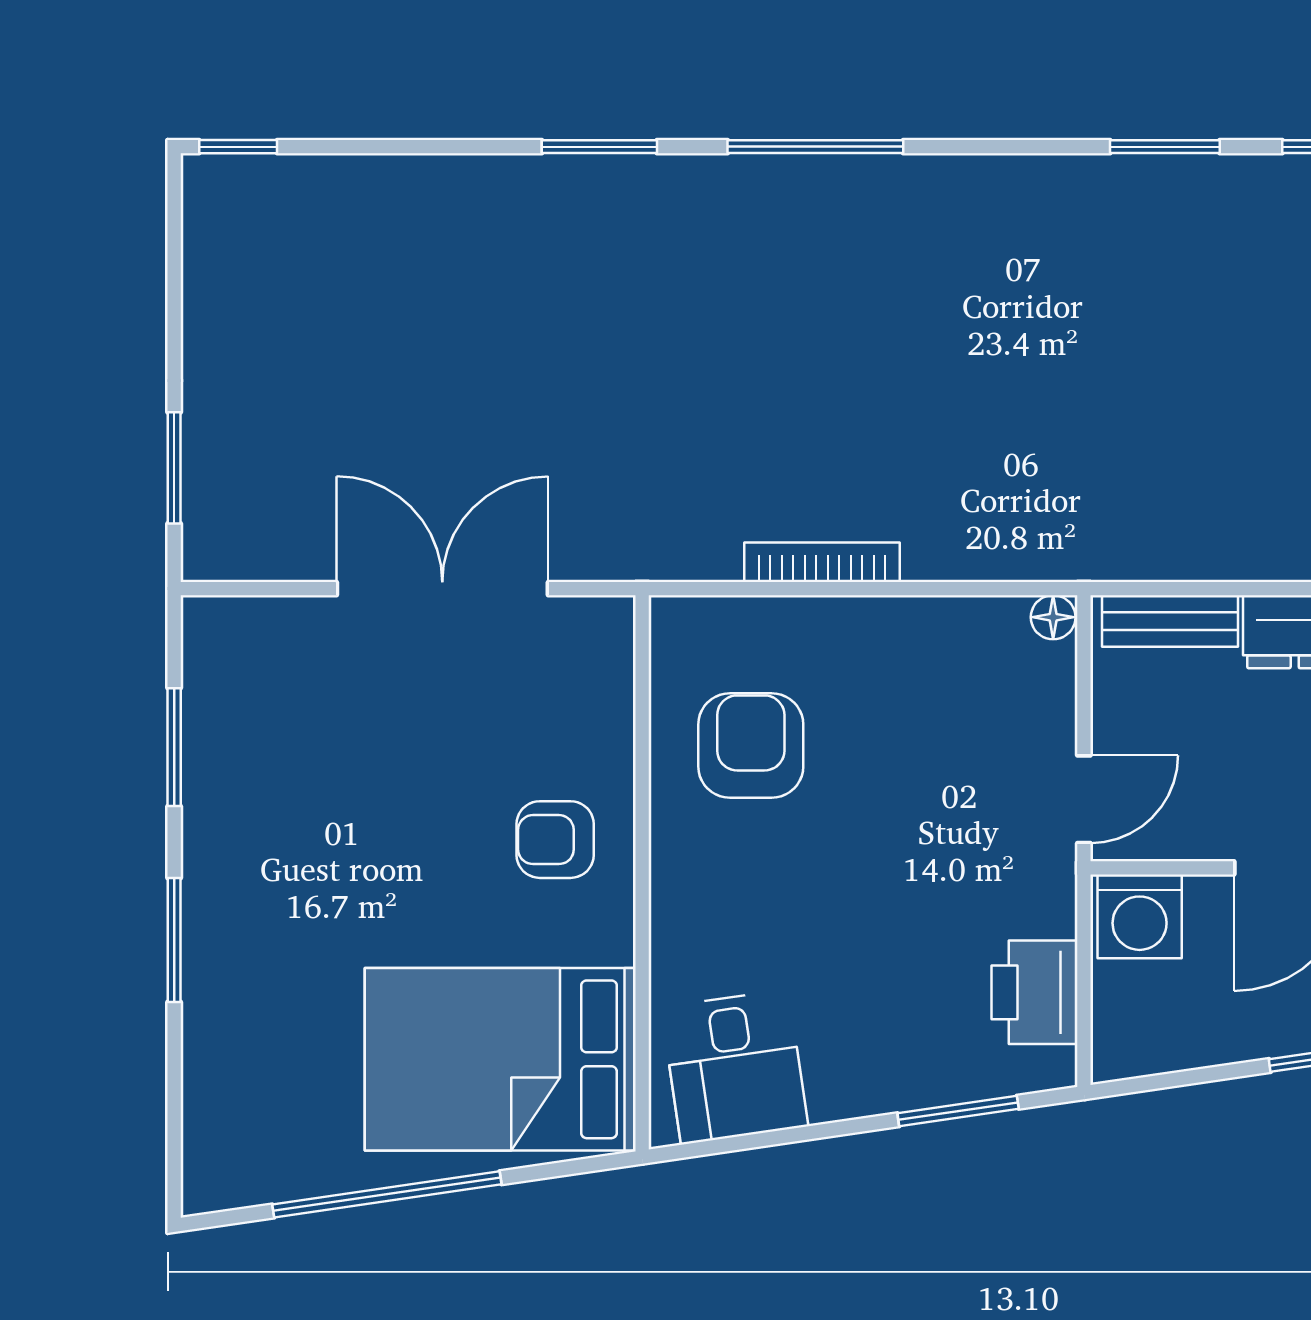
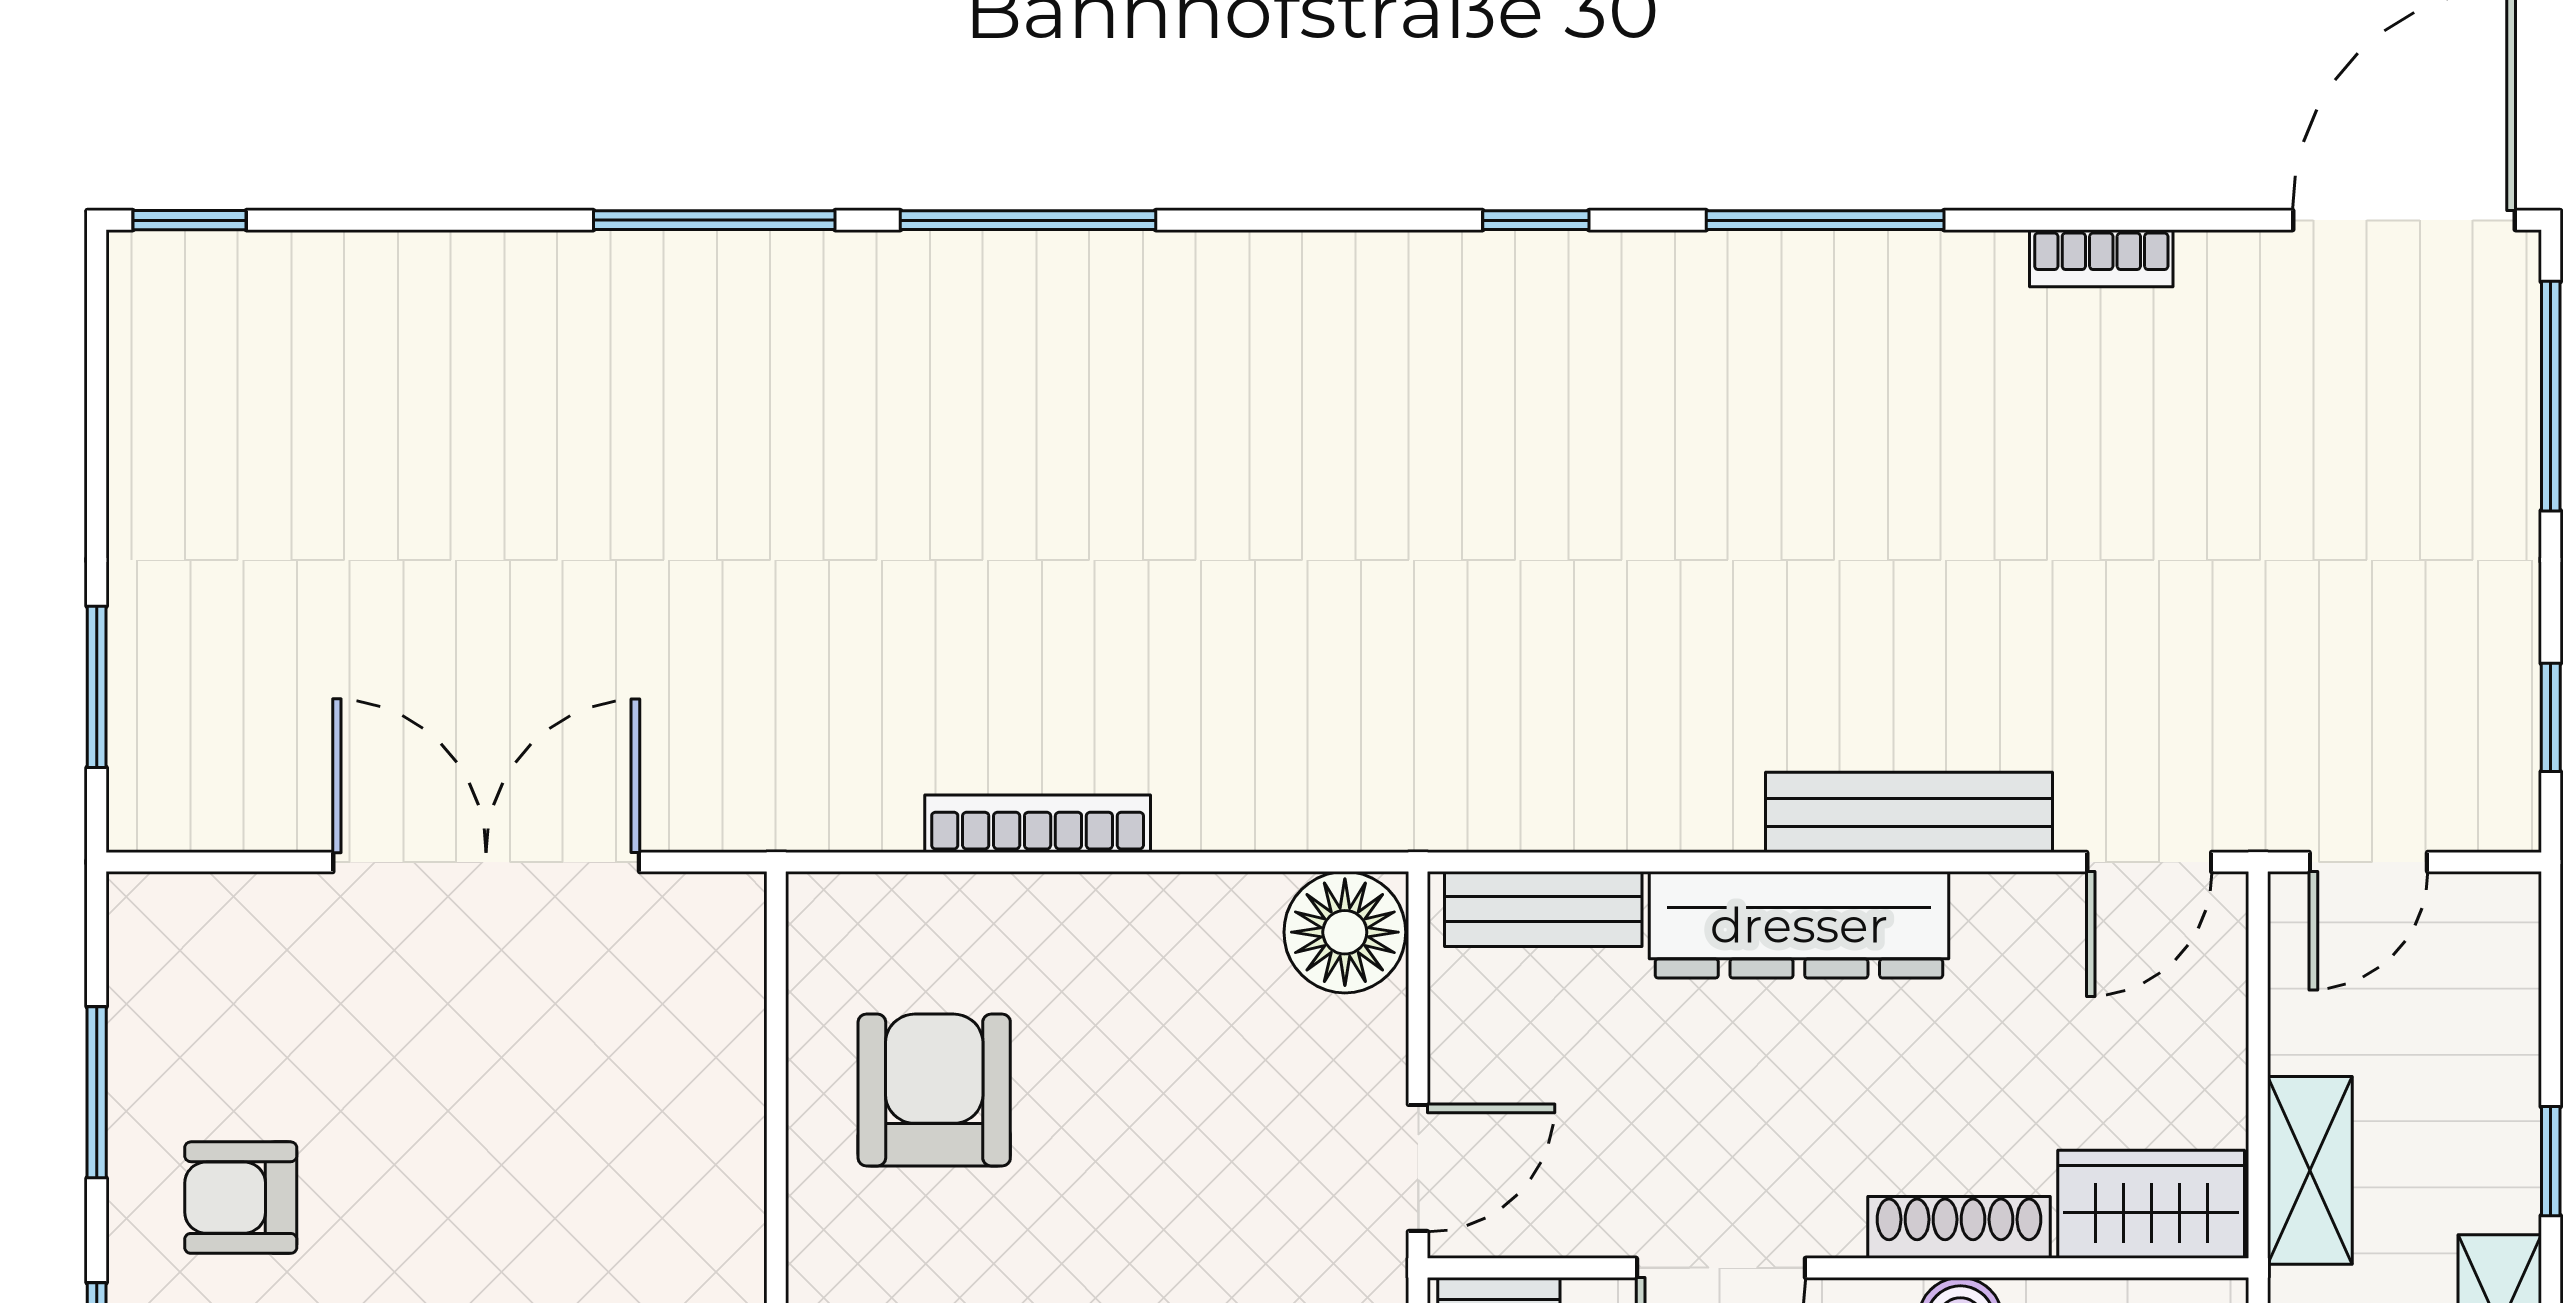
window: (599, 147) -> (714, 220), width x1.44
window: (1165, 147) -> (1536, 220), width x0.67
floor lamp: (1053, 617) -> (1345, 932), width x1.89, depth x1.89
armchair: (555, 840) -> (241, 1198), moved

